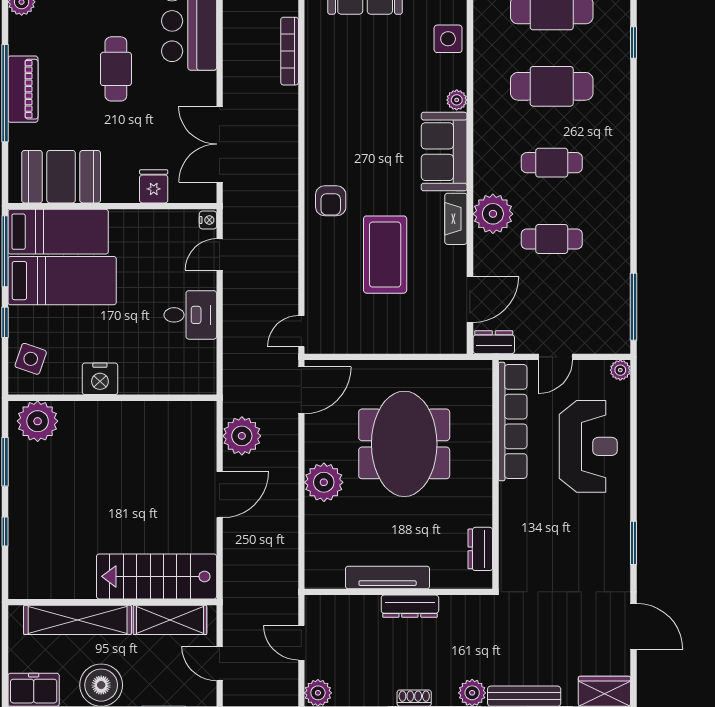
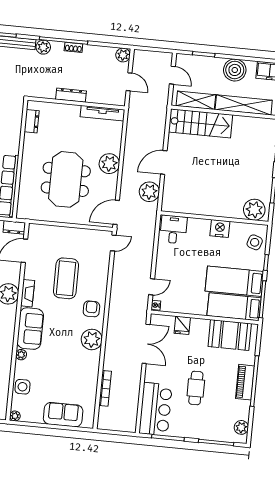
plant: (324, 142) -> (92, 339), added
desk: (190, 315) -> (173, 229), moved, turned 90
tv unit: (388, 577) -> (102, 113), moved

